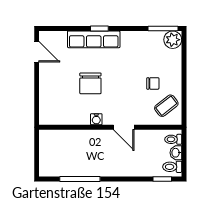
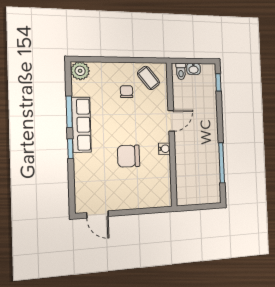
window: (163, 29) -> (69, 112), moved
row of seats: (94, 39) -> (81, 125), moved
door: (37, 52) -> (97, 214), swing flipped
chair: (90, 83) -> (129, 156), turned 180
toilet: (172, 167) -> (207, 73), removed

